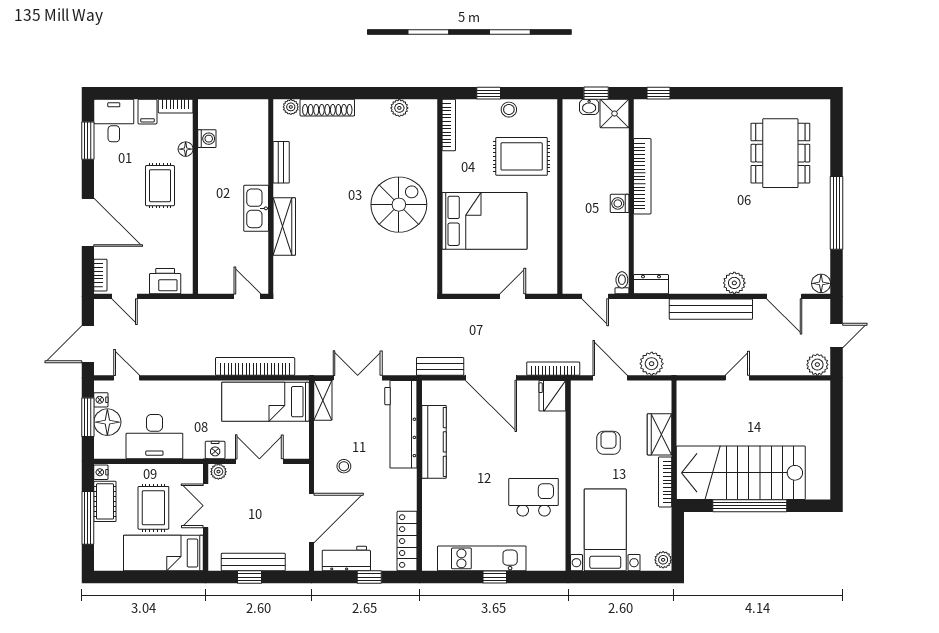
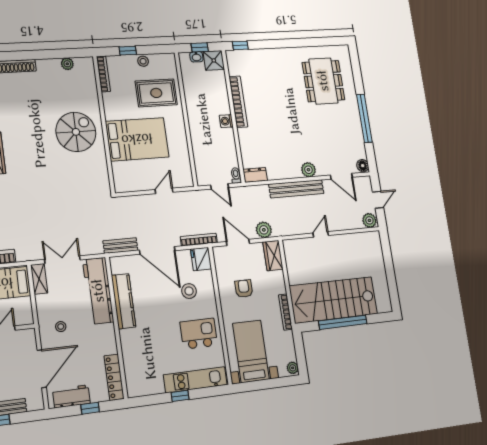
wardrobe: (659, 434) -> (273, 256), moved
stool: (528, 438) -> (189, 291), added
kitchen unit: (482, 558) -> (195, 380), moved

